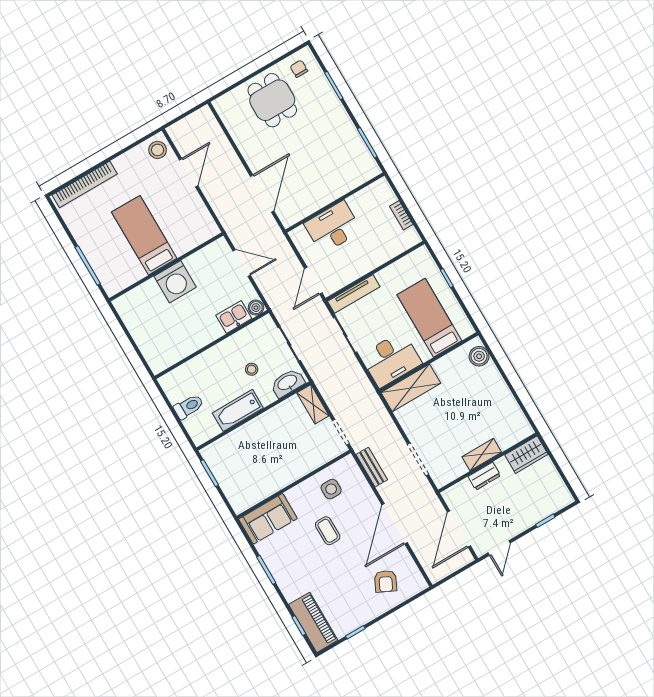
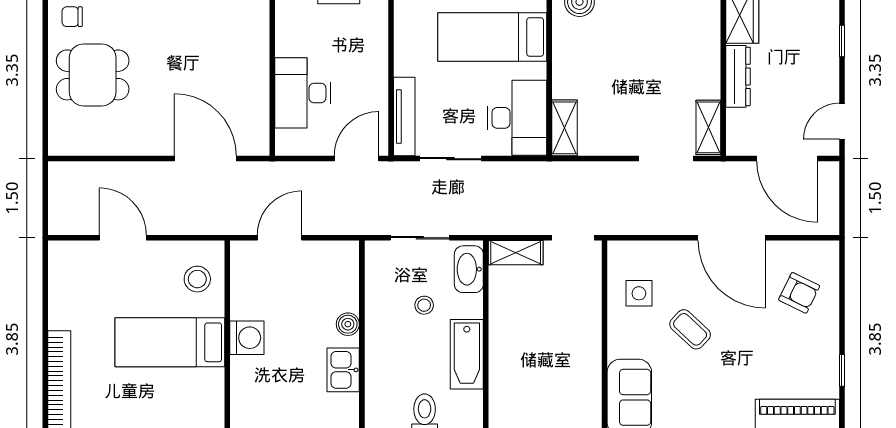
stool: (158, 150) -> (197, 279), moved
door: (313, 281) -> (357, 159), swing flipped
washing machine: (175, 282) -> (247, 338), width x0.73, depth x0.73
boiler: (256, 308) -> (348, 324), moved
kitchen sink: (234, 317) -> (343, 370), moved
shelving: (411, 388) -> (564, 128), width x0.67, depth x0.75
shelving: (482, 454) -> (708, 127), moved
bench: (372, 467) -> (641, 224), removed
dresser: (484, 476) -> (738, 76), width x1.44
coffee table: (328, 531) -> (690, 329), turned 43
door: (499, 548) -> (842, 121), swing flipped

